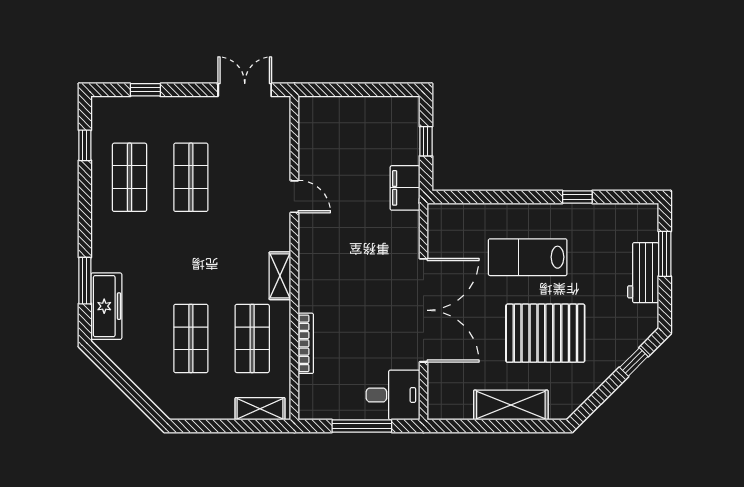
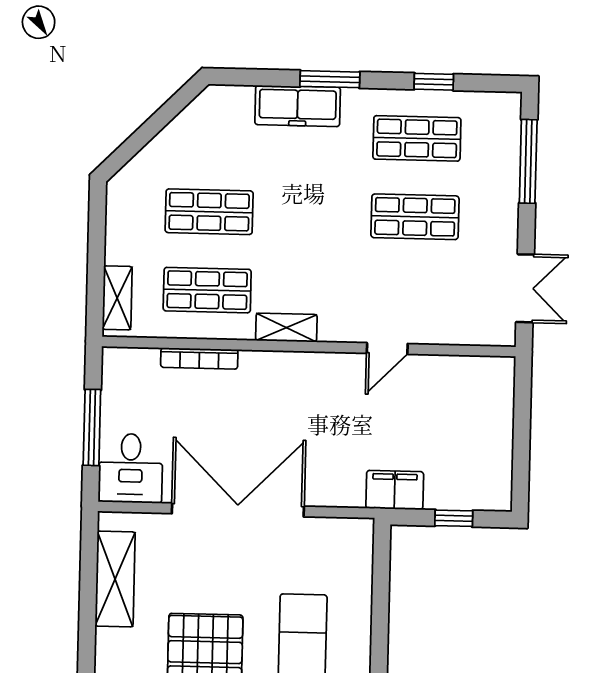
window: (145, 90) -> (528, 161), width x2.17
window: (85, 145) -> (434, 82), moved
window: (85, 281) -> (330, 79), moved
freezer: (106, 306) -> (298, 106), moved
double door: (424, 310) -> (238, 510), swing flipped
shelving: (511, 405) -> (115, 579), moved

